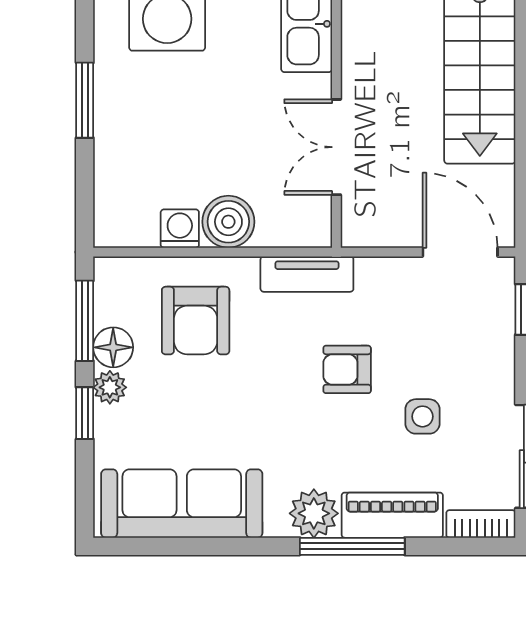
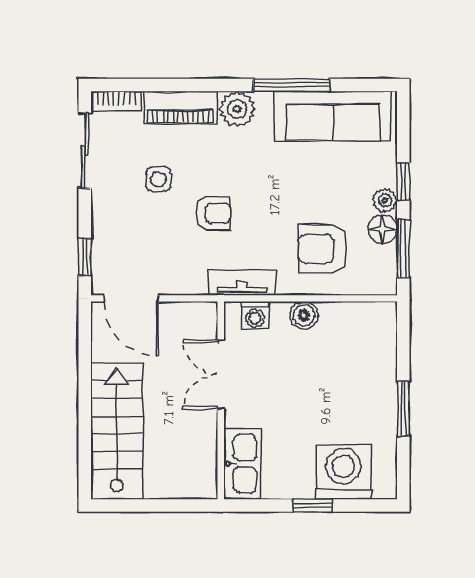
double door: (336, 147) -> (221, 374), swing flipped
boiler: (228, 222) -> (304, 315), width x0.73, depth x0.73
washing machine: (180, 229) -> (255, 315), moved
armchair: (196, 321) -> (323, 249), turned -90
window: (352, 546) -> (291, 85), moved

